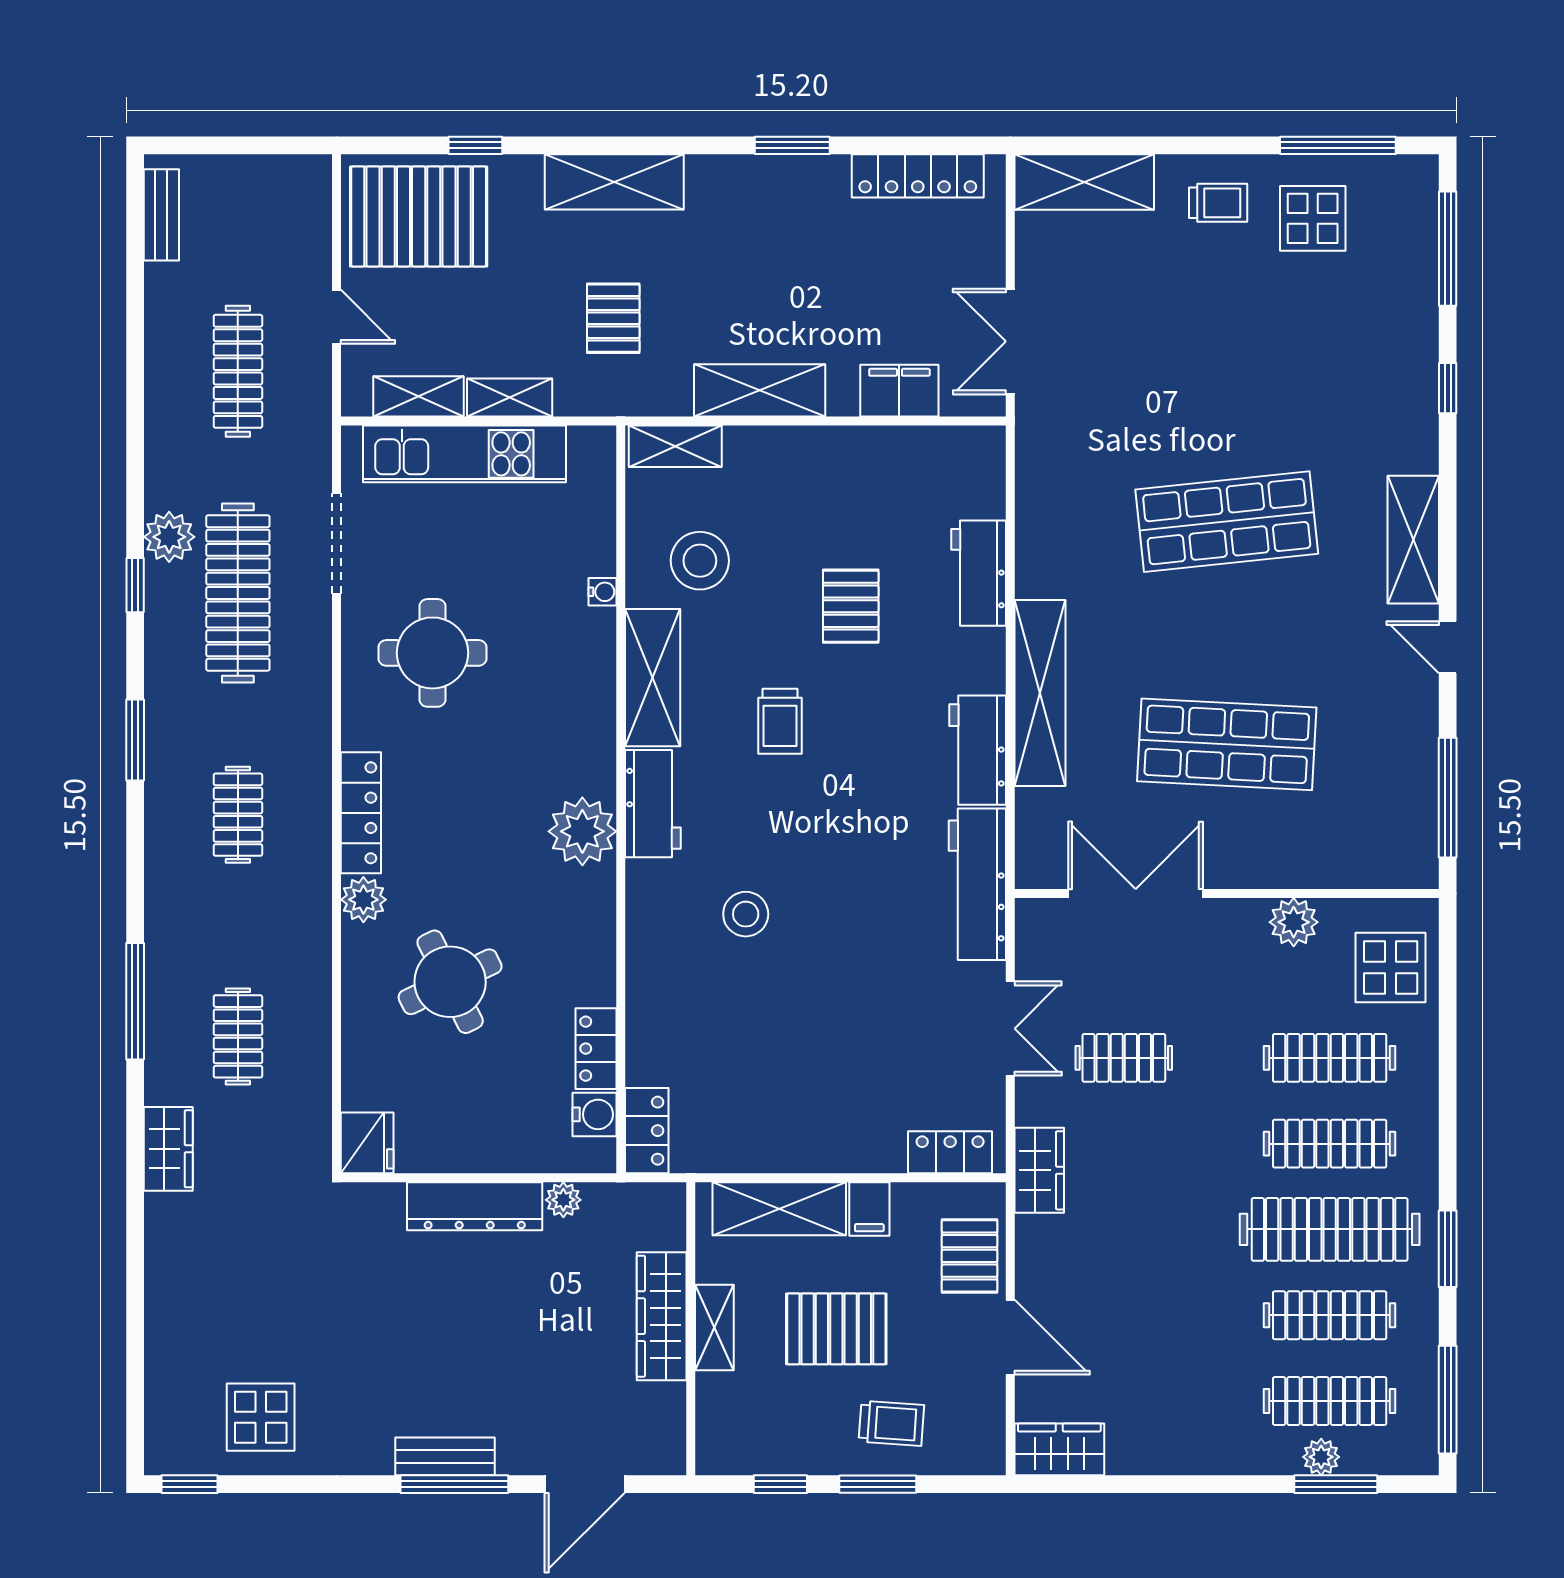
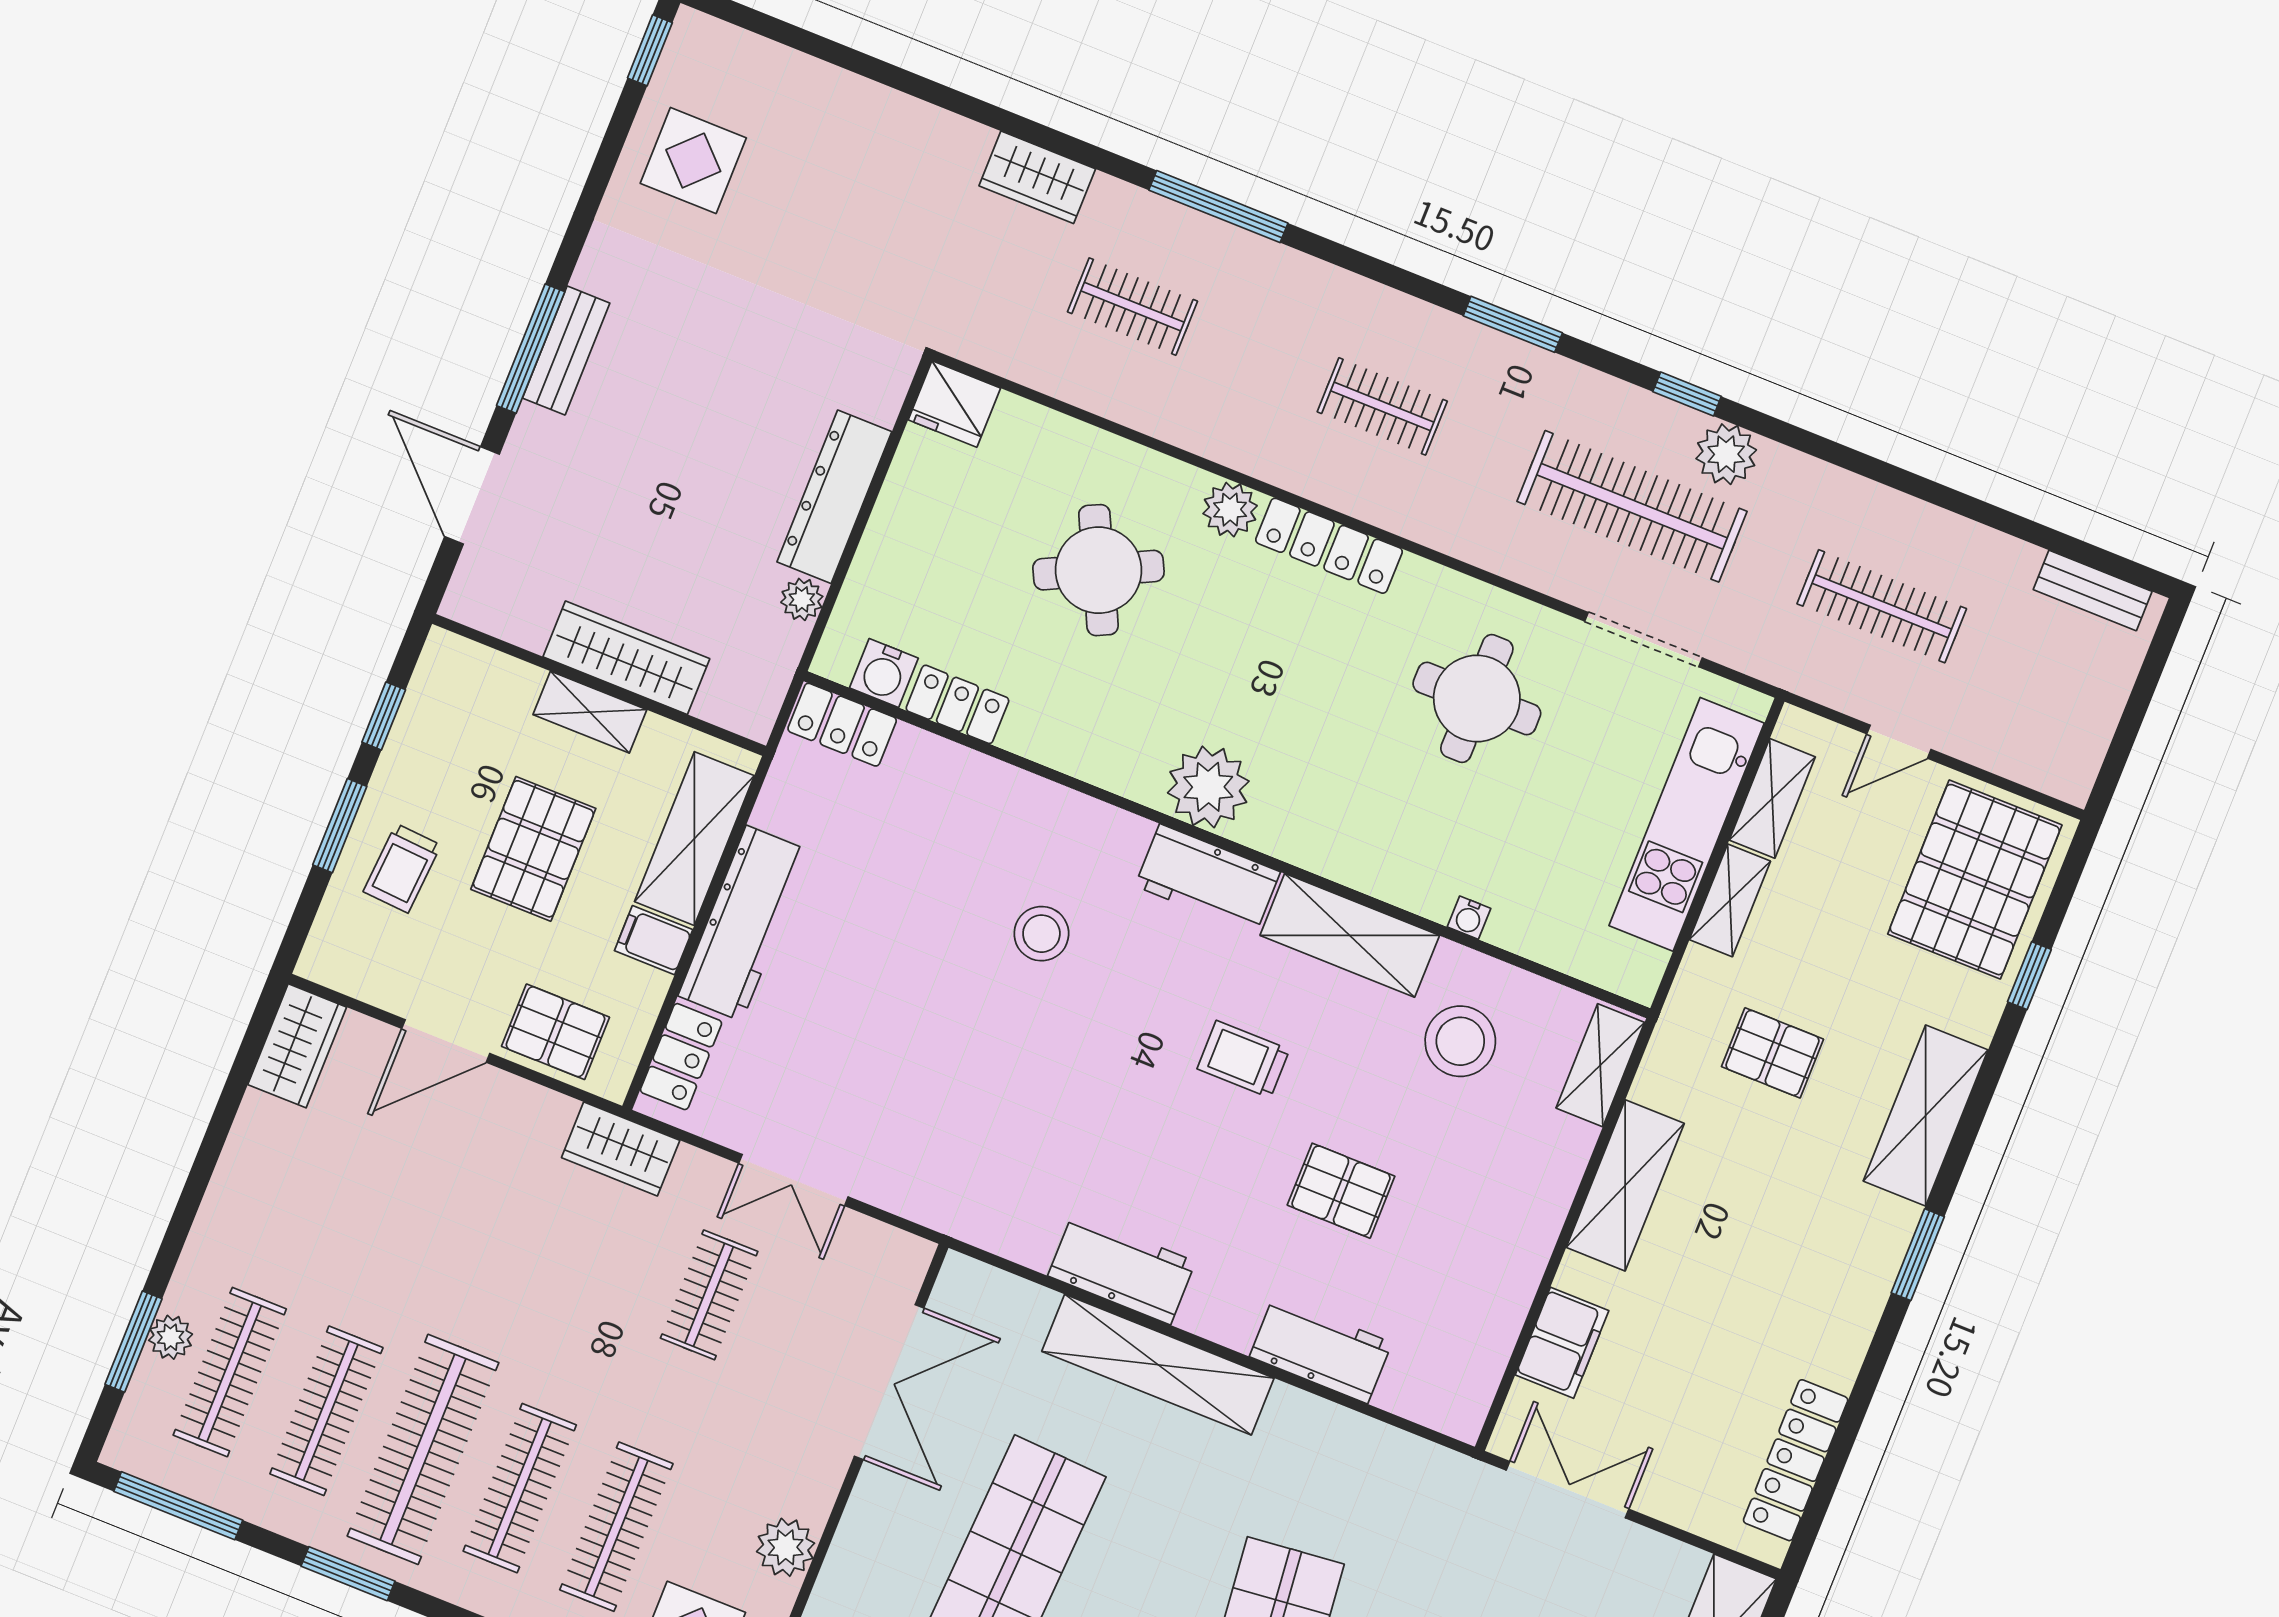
window: (792, 145) -> (1918, 1255), moved
workbench: (977, 884) -> (744, 923), moved, turned 90

